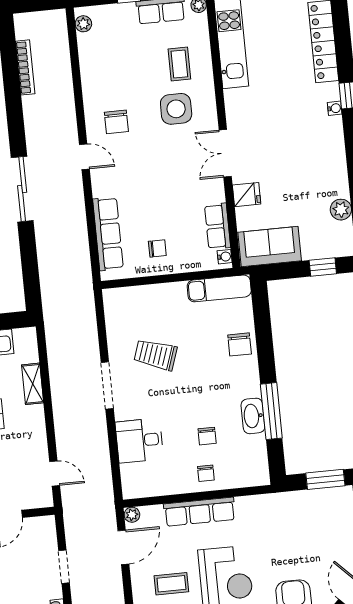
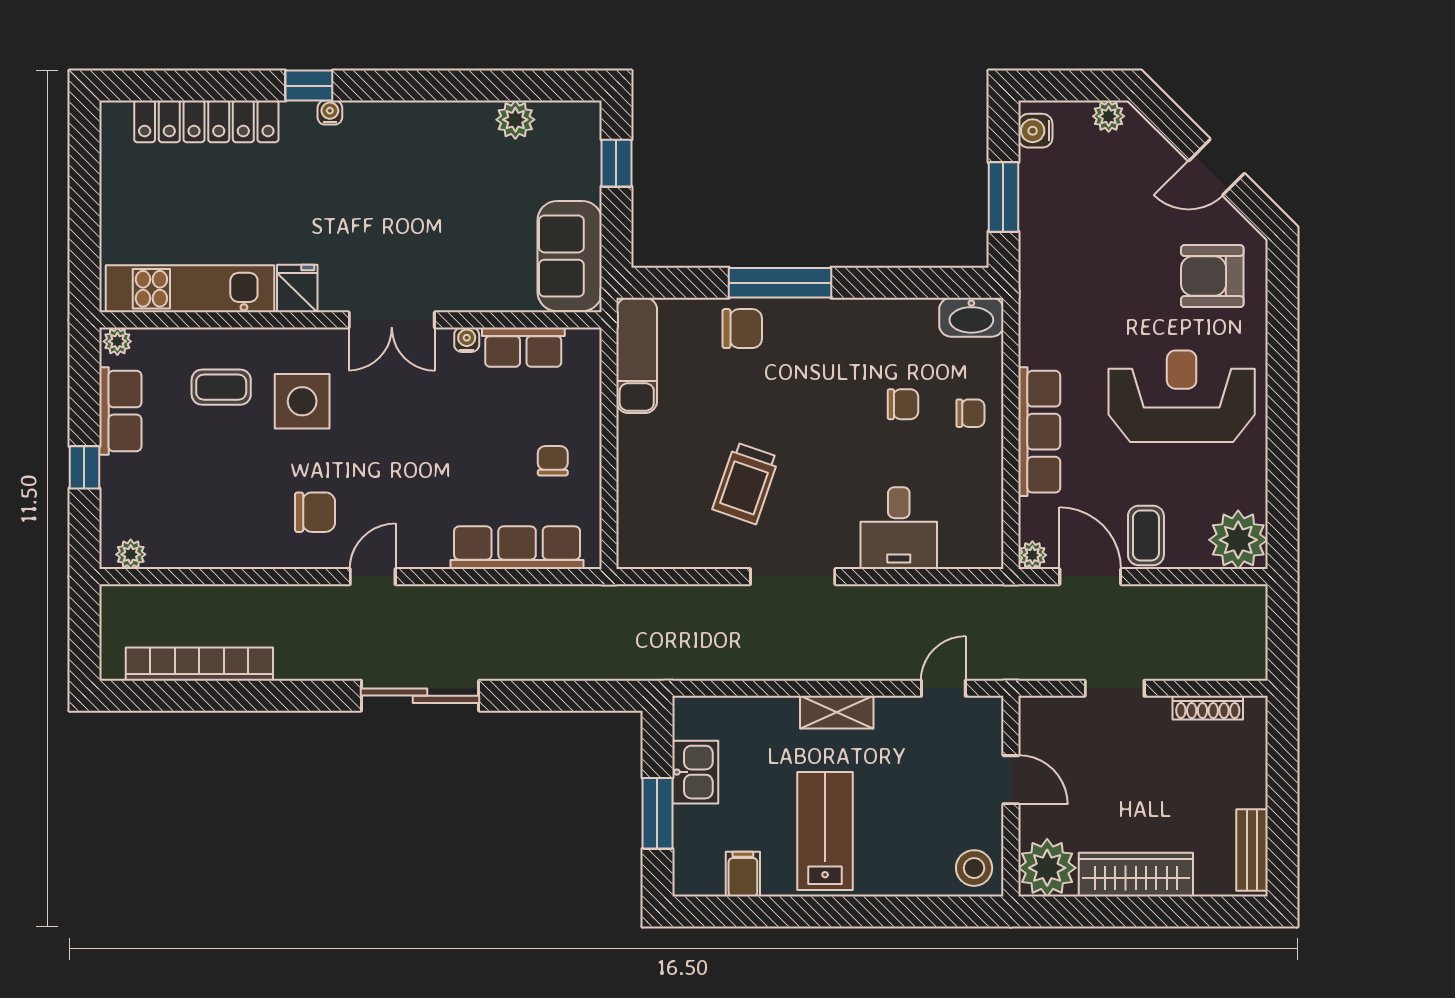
bookcase: (25, 67) -> (199, 664), width x1.48, depth x1.31
fridge: (247, 195) -> (297, 289), moved
water cooler: (225, 257) -> (467, 340), moved
shelving: (33, 384) -> (837, 712), moved
window: (271, 411) -> (780, 283), moved
washbasin: (253, 416) -> (971, 317), moved
coffee table: (171, 584) -> (1146, 535), moved

